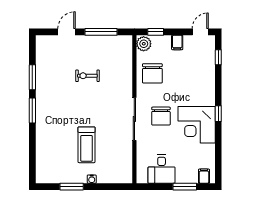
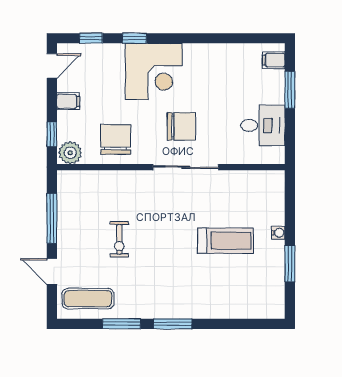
door: (200, 32) -> (52, 66), swing flipped
exercise mat: (49, 55) -> (88, 299), added
chair: (152, 73) -> (116, 139), turned -90
window: (218, 114) -> (134, 38), moved
corner desk: (197, 125) -> (154, 71), moved

